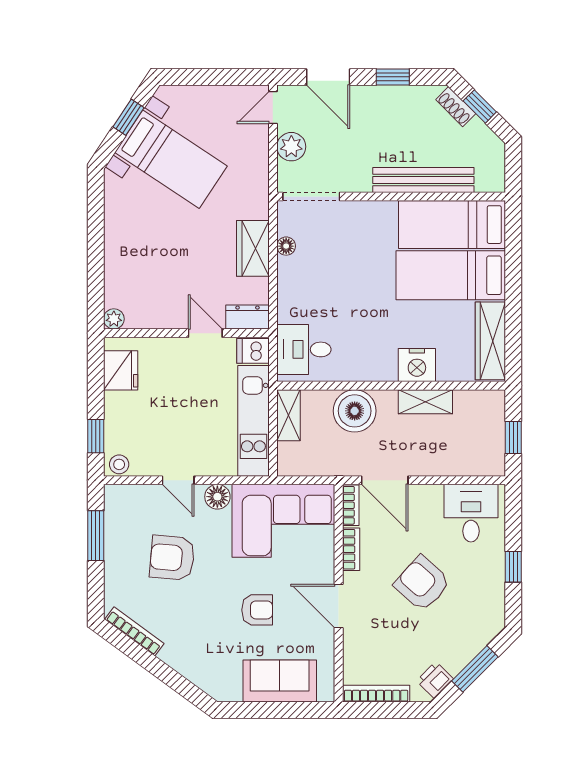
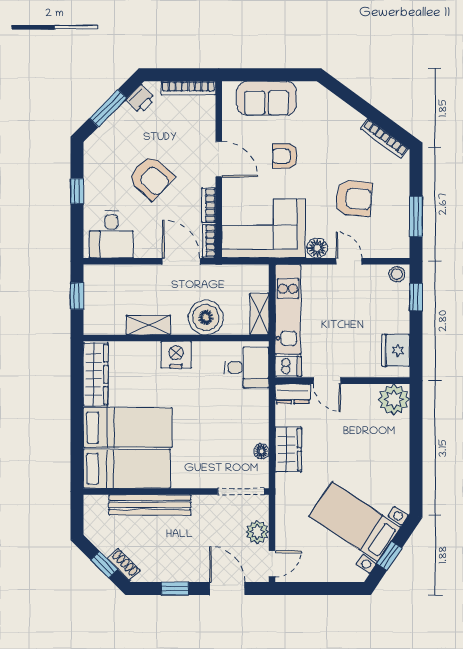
plant: (114, 319) -> (394, 399), width x1.88, depth x1.88
nightstand: (417, 365) -> (176, 355), moved

